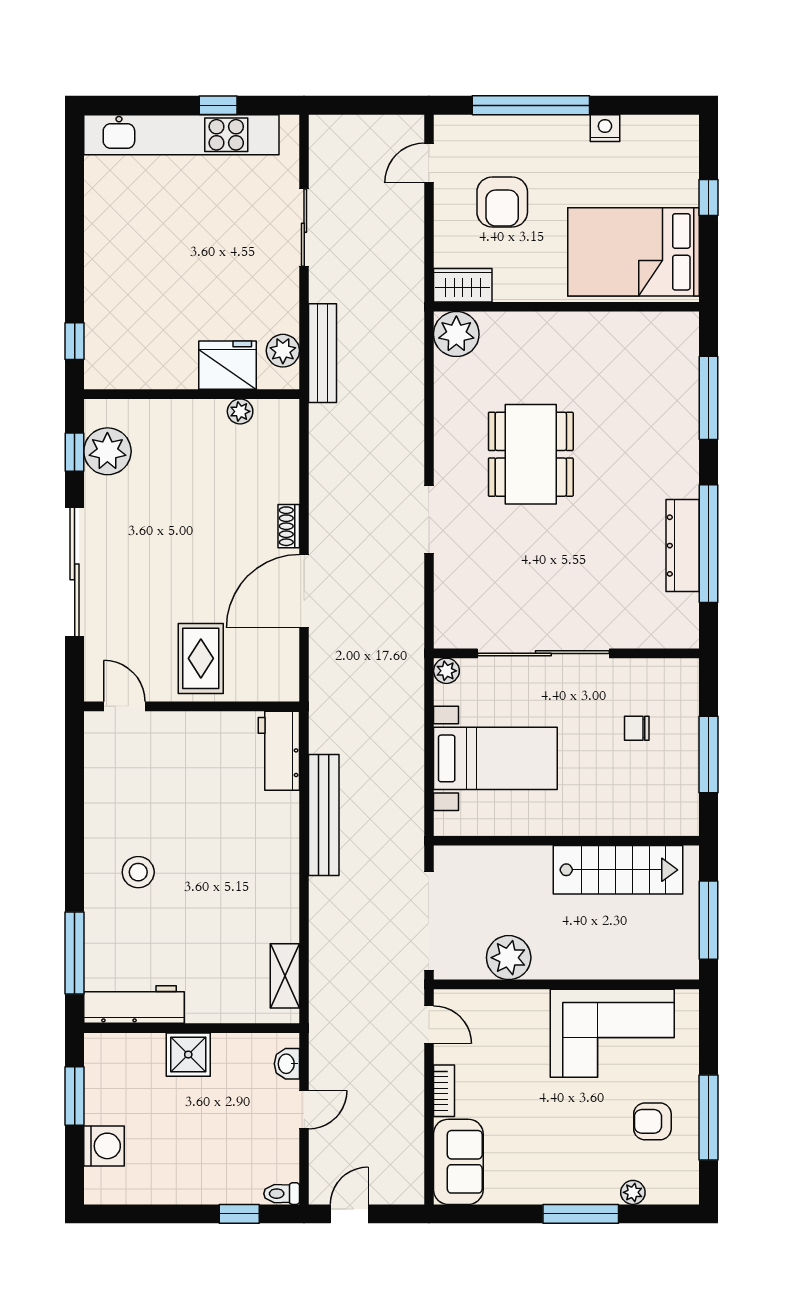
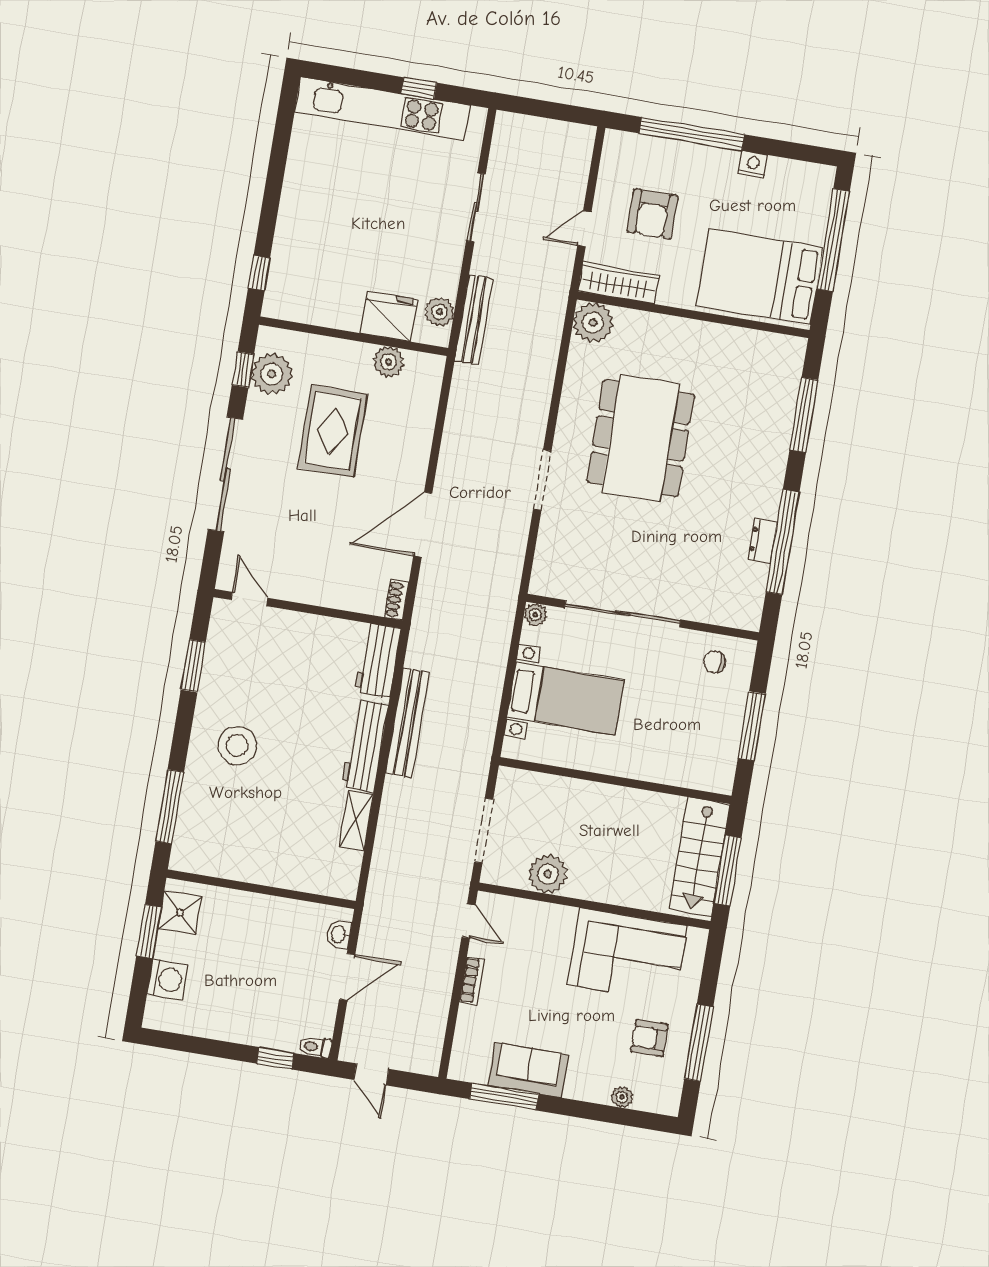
door: (429, 163) -> (584, 229), moved
window: (708, 198) -> (833, 240), width x3.17
wardrobe: (463, 285) -> (619, 283), width x1.50
plant: (240, 411) -> (388, 362), width x1.38, depth x1.38
dining table: (531, 454) -> (641, 438), width x1.36, depth x1.24
shoe rack: (289, 526) -> (397, 600), moved
dresser: (683, 546) -> (763, 541), width x0.51, depth x0.80
rug: (201, 658) -> (333, 431), moved, width x1.36, depth x1.43
chair: (637, 728) -> (715, 662), moved
window: (75, 792) -> (193, 666), added
stairs: (618, 870) -> (700, 857), moved, turned 90
stool: (138, 872) -> (237, 745), width x1.38, depth x1.38
doorway: (429, 921) -> (484, 831), width x0.73
shelving: (285, 976) -> (356, 820), moved
workbench: (134, 1005) -> (365, 746), moved, turned -90
shower: (188, 1055) -> (180, 913), moved
door: (304, 1110) -> (347, 977), width x1.38
sofa: (458, 1162) -> (528, 1070), moved, turned -90
door: (349, 1214) -> (371, 1074), swing flipped
window: (581, 1214) -> (504, 1097), moved

